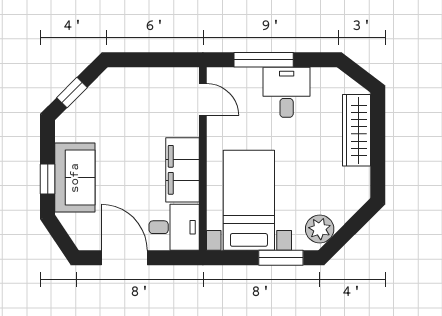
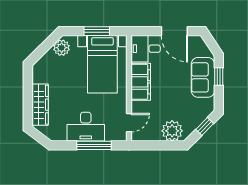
plant: (128, 85) -> (172, 131), added
desk: (287, 92) -> (86, 127), width x1.37
door: (203, 99) -> (129, 123), swing flipped
window: (281, 258) -> (97, 31), moved

